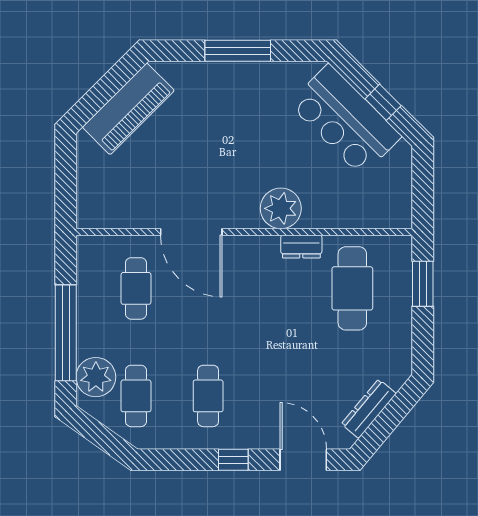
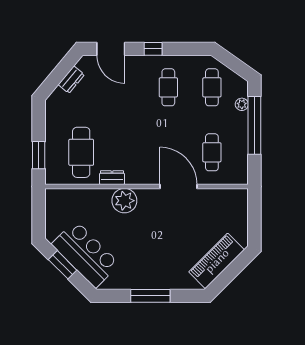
window: (383, 102) -> (63, 265), width x1.50
plant: (96, 377) -> (242, 104), width x0.53, depth x0.53
dresser: (369, 409) -> (71, 80), width x0.70

